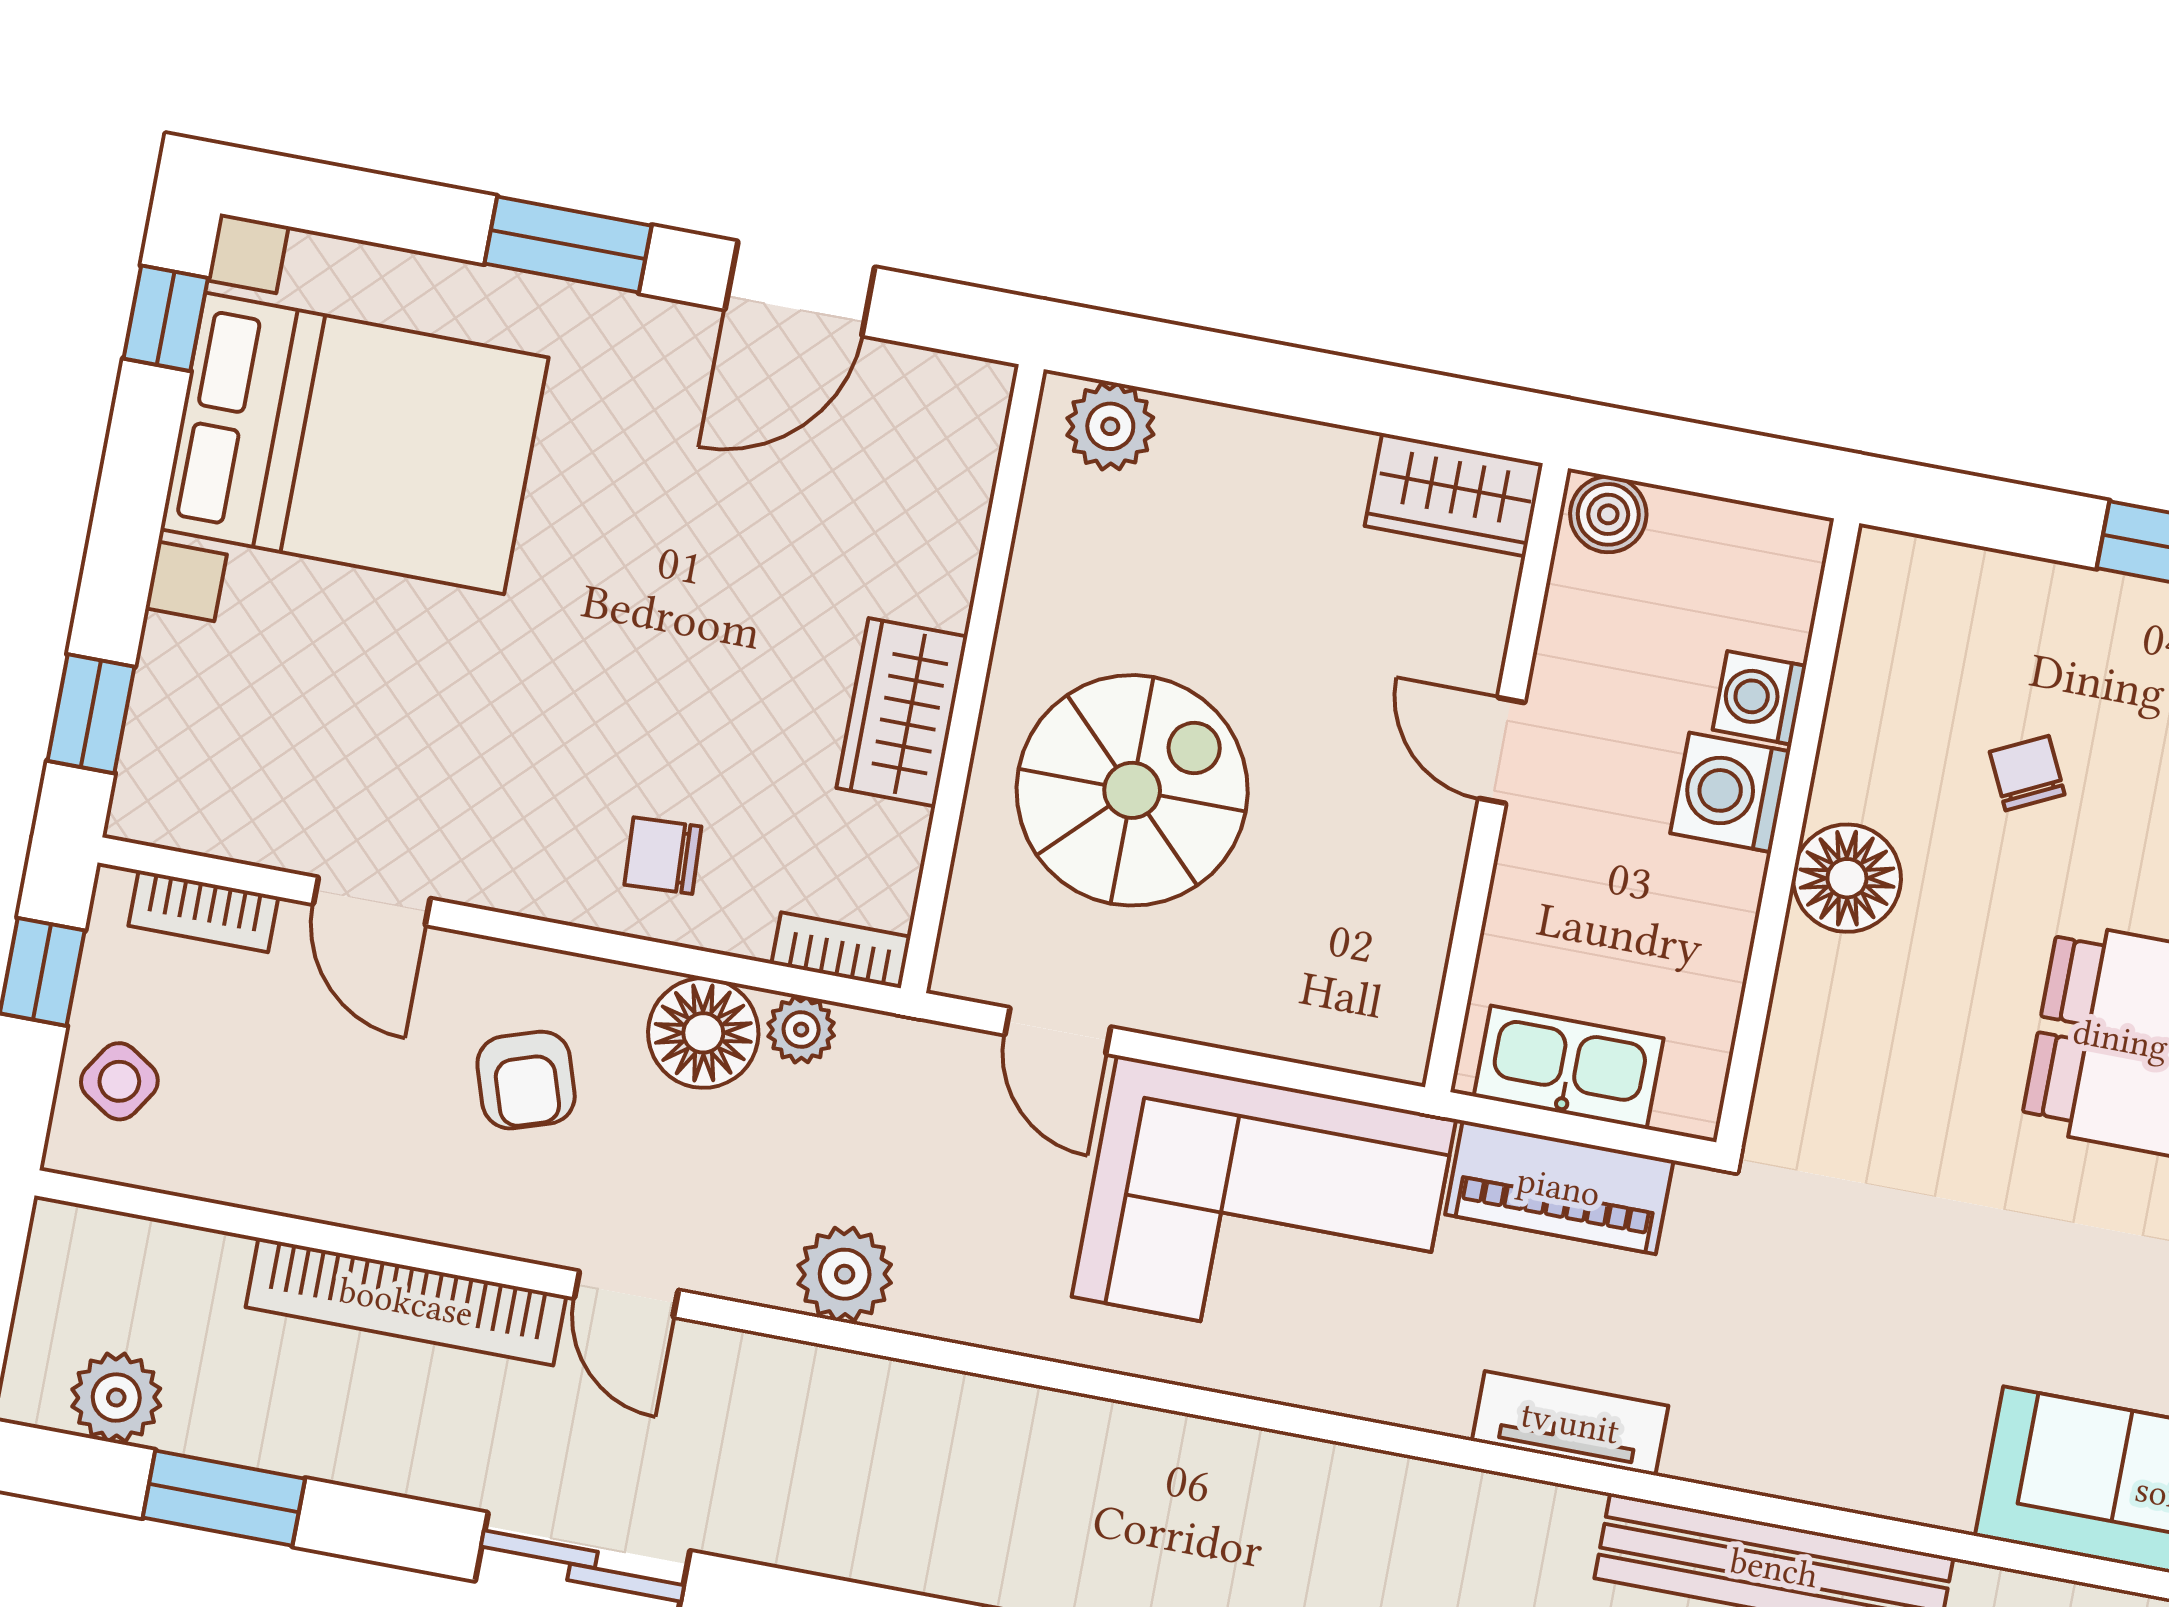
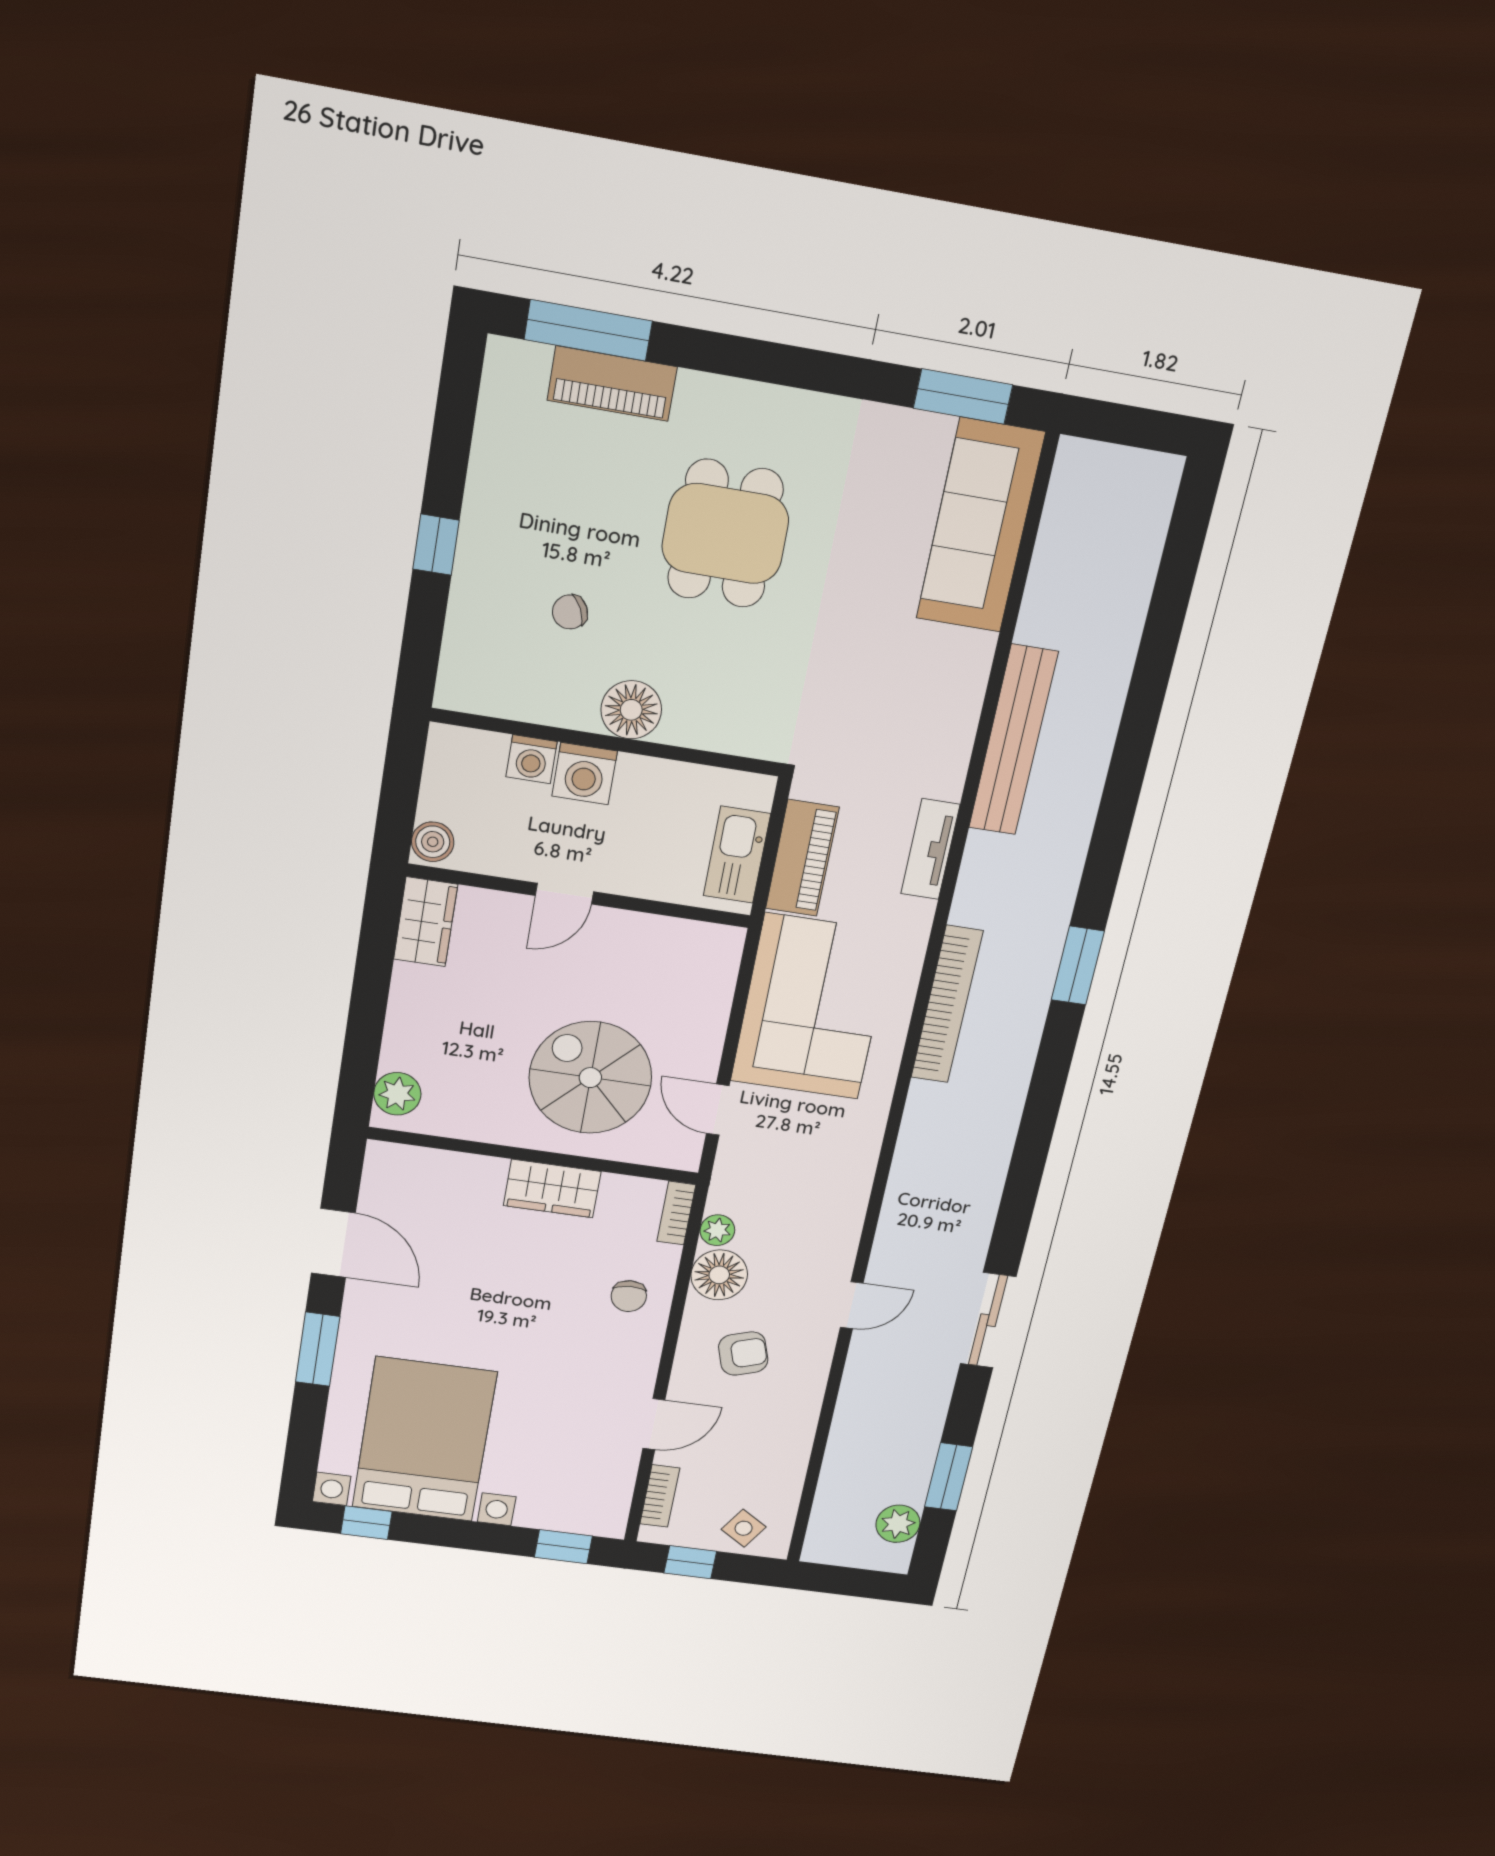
door: (1058, 1031) -> (718, 1110), swing flipped
plant: (845, 1274) -> (843, 1206), removed
bookcase: (406, 1302) -> (947, 1005), moved

